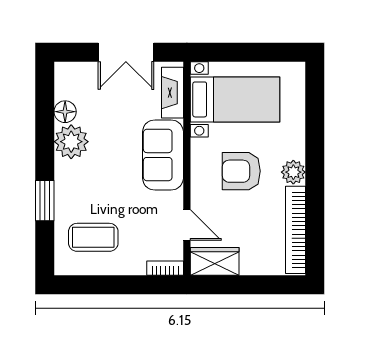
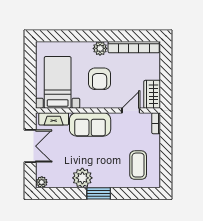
plant: (64, 72) -> (42, 182), added
floor lamp: (65, 112) -> (65, 182), removed
window: (45, 201) -> (99, 193), moved

